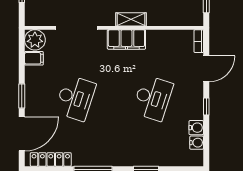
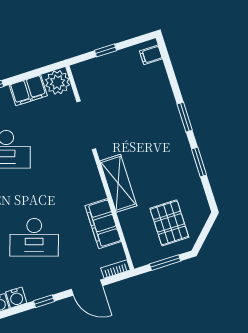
shelving: (131, 19) -> (118, 183), width x1.50, depth x1.33
filing cabinet: (126, 39) -> (103, 224), moved
filing cabinet: (34, 58) -> (28, 90), width x2.00

